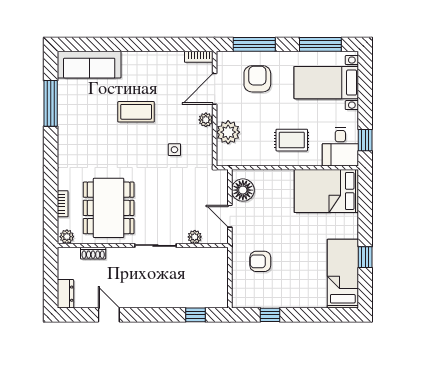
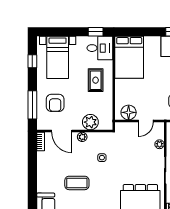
window: (320, 44) -> (32, 61), width x0.46
armchair: (257, 79) -> (55, 103), turned -90
coffee table: (136, 112) -> (77, 183), turned 90

